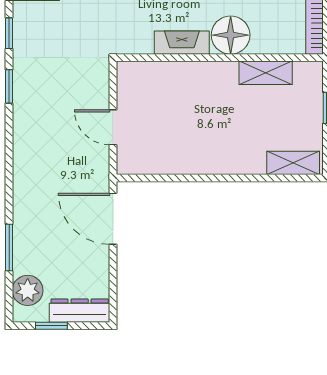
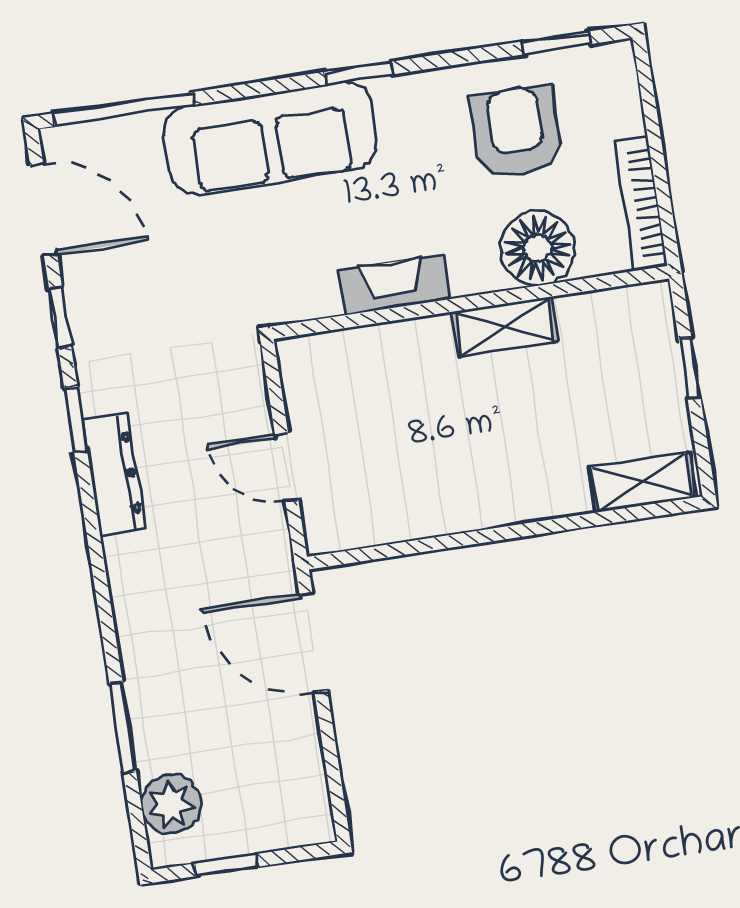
floor lamp: (231, 35) -> (537, 248), moved
shelving: (266, 73) -> (505, 327), moved
dresser: (80, 311) -> (114, 475), moved, turned 90

